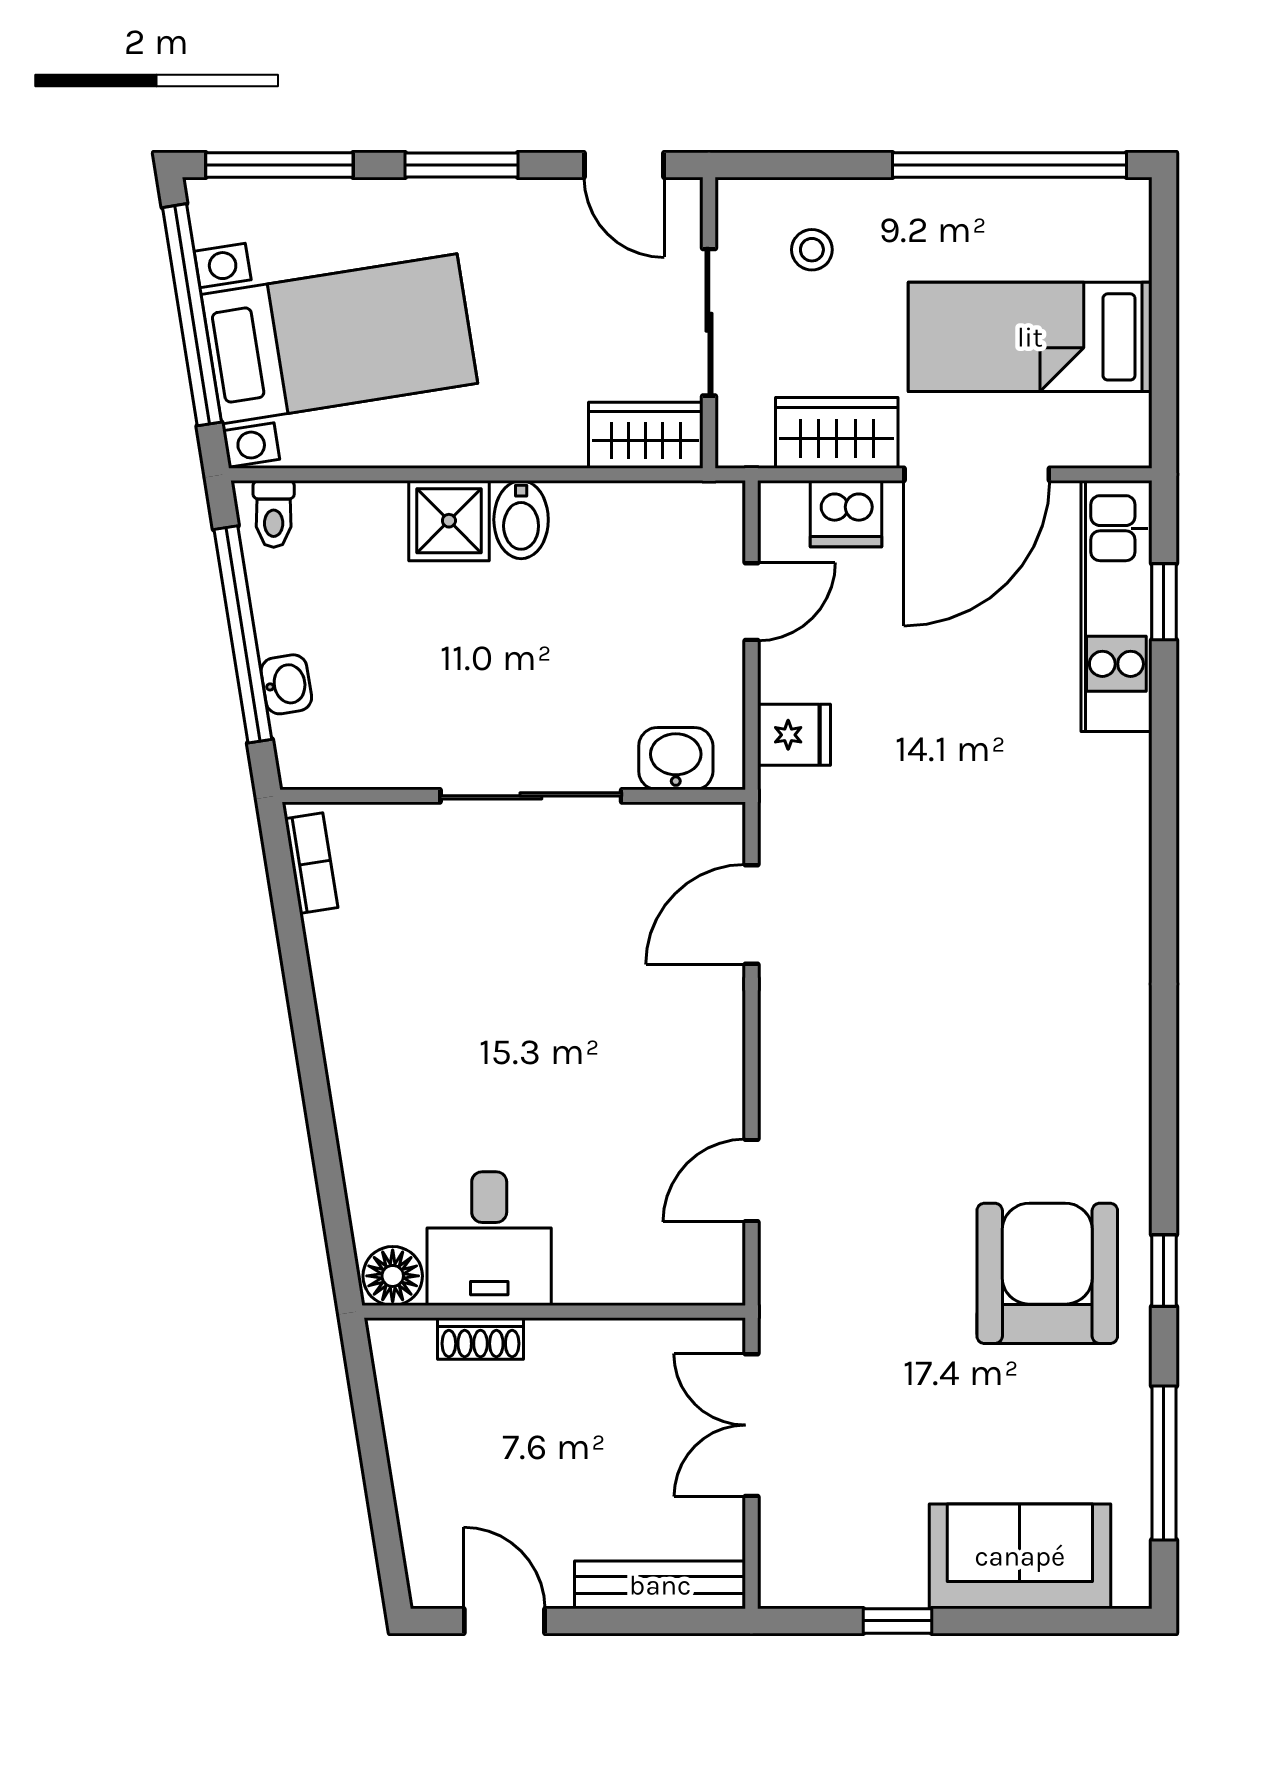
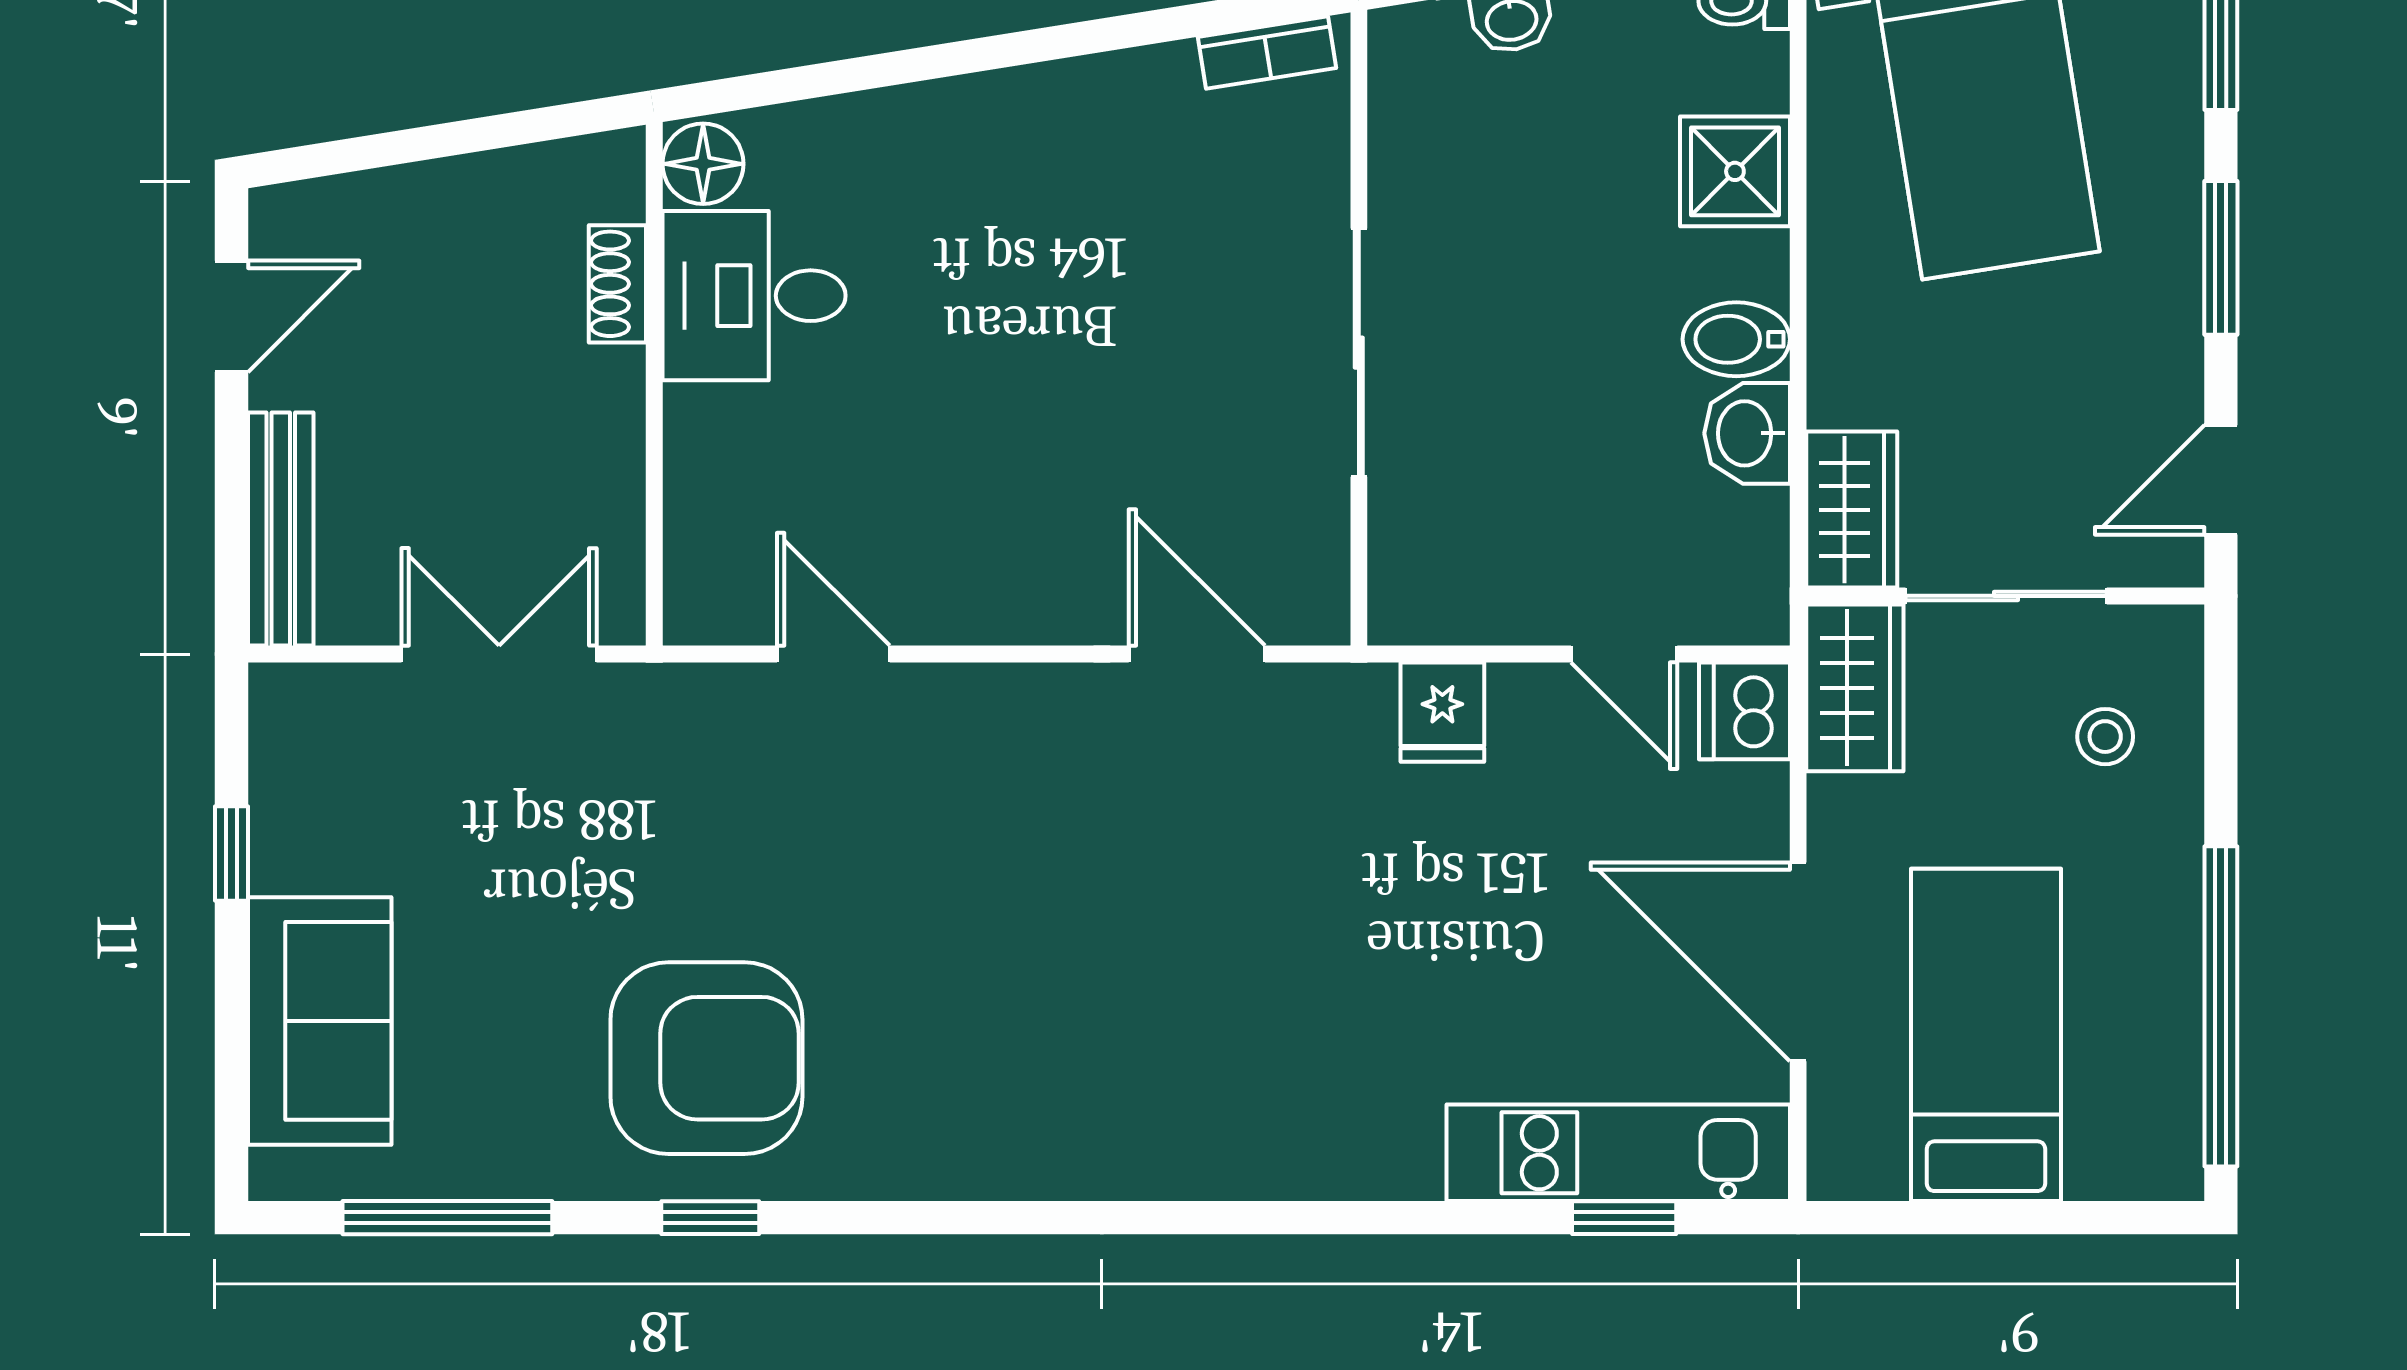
wardrobe: (837, 433) -> (1855, 688), moved
dishwasher: (846, 514) -> (1744, 711), moved
shower: (449, 521) -> (1735, 171), moved
washbasin: (676, 759) -> (1747, 433), moved, turned 180

